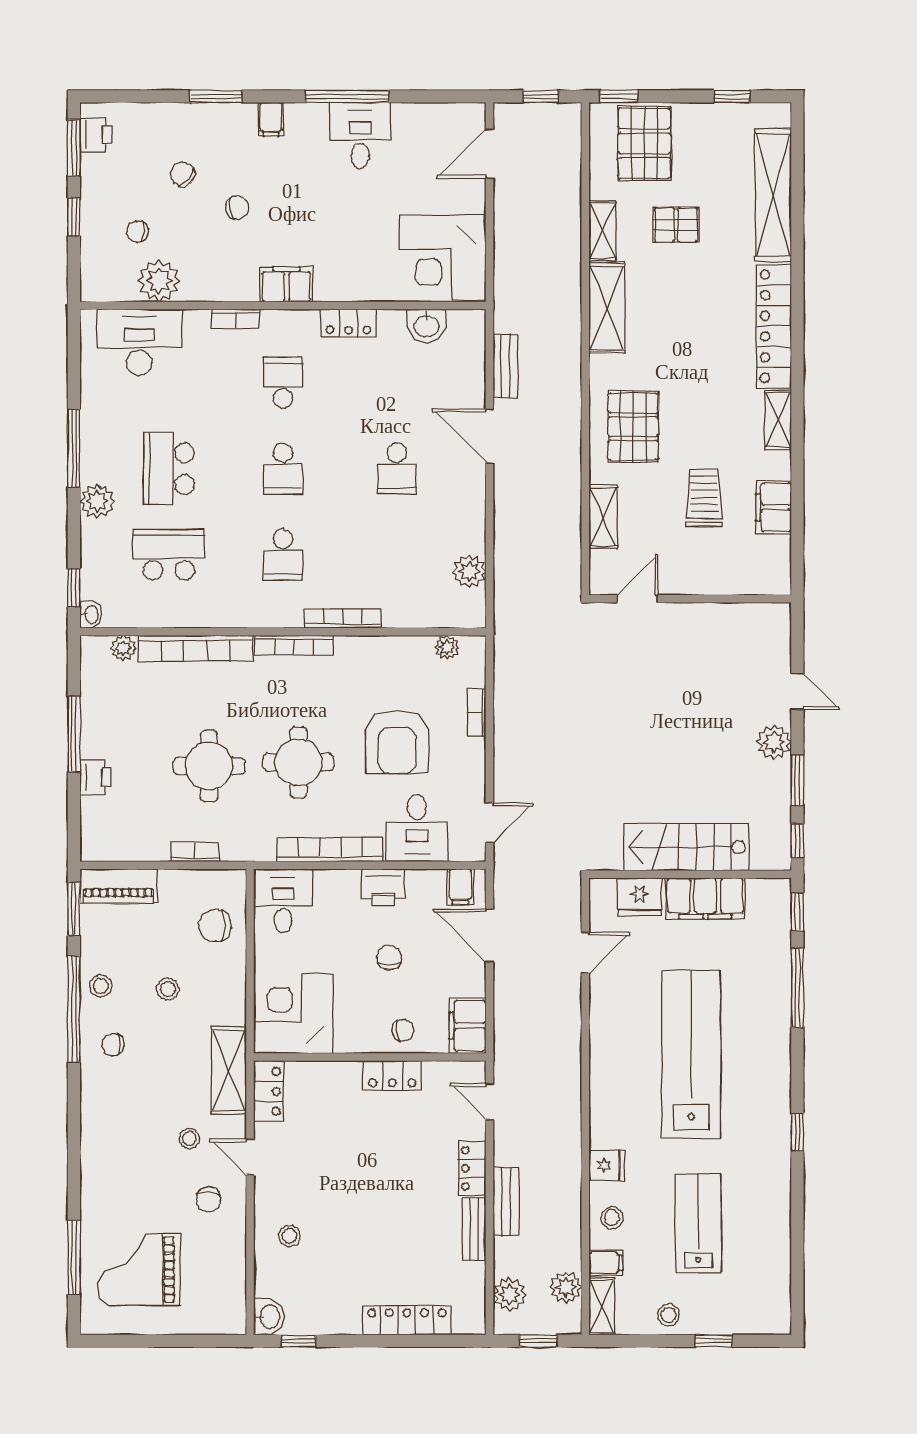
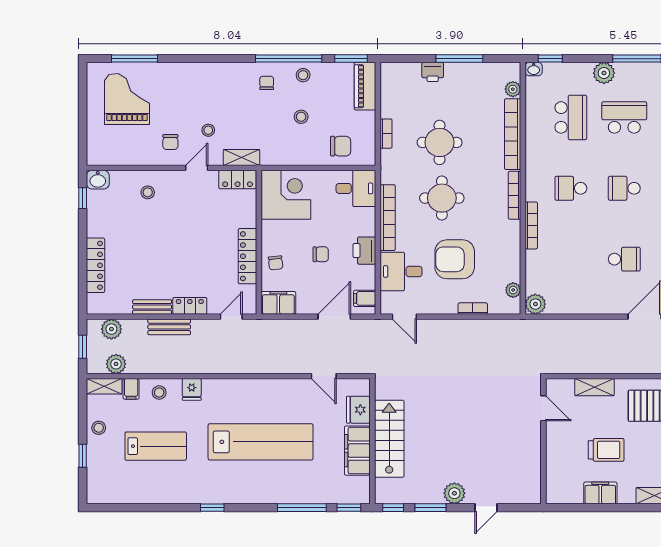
school desk: (397, 469) -> (624, 259), turned 180
plant: (469, 571) -> (535, 304), moved
chair: (215, 926) -> (341, 146), turned 90
shelving: (229, 1070) -> (242, 157), width x0.67, depth x0.75
locker: (392, 1075) -> (248, 256), width x1.53
chair: (208, 1200) -> (170, 142), turned -90

